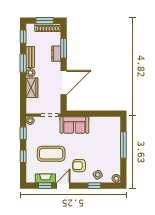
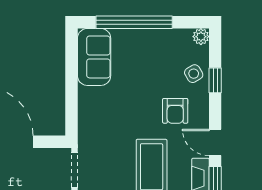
sofa: (74, 125) -> (94, 57), moved
window: (123, 145) -> (134, 22), width x1.46

